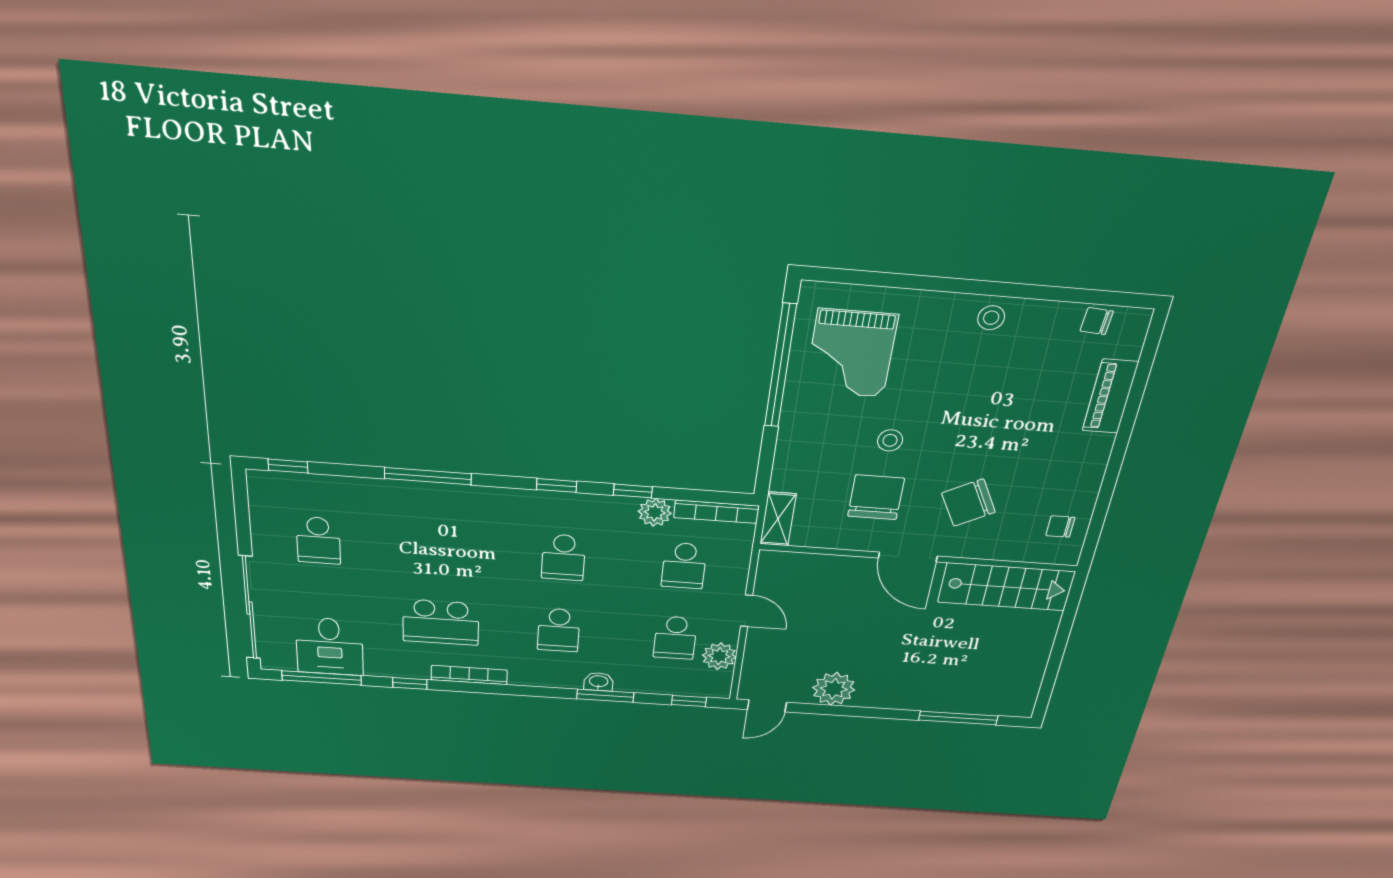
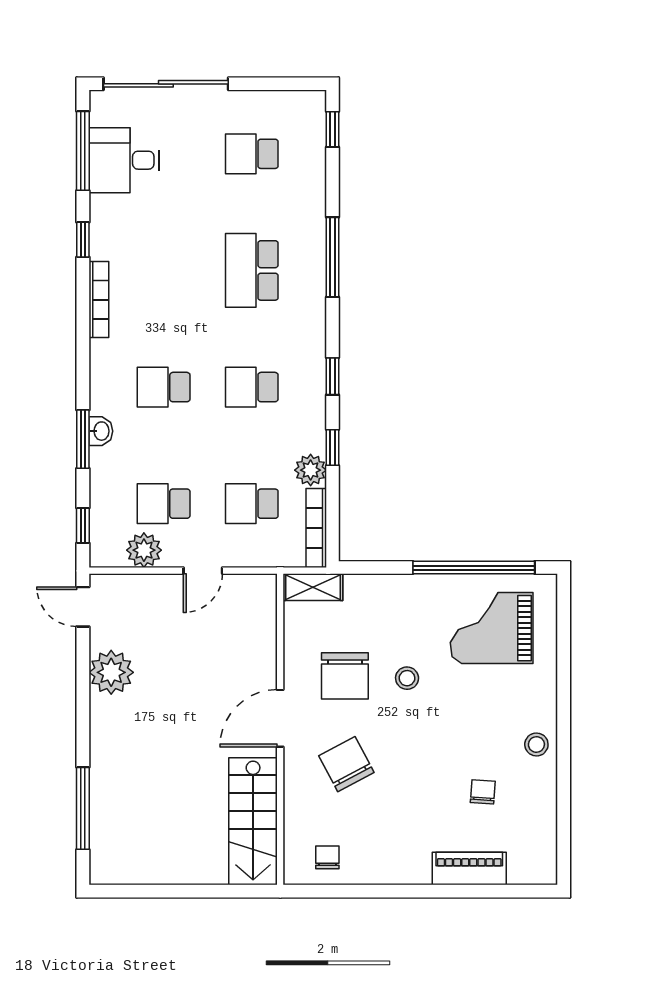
chair: (1097, 321) -> (483, 792), moved
chair: (876, 497) -> (345, 676), turned 90
school desk: (441, 622) -> (252, 270), moved

